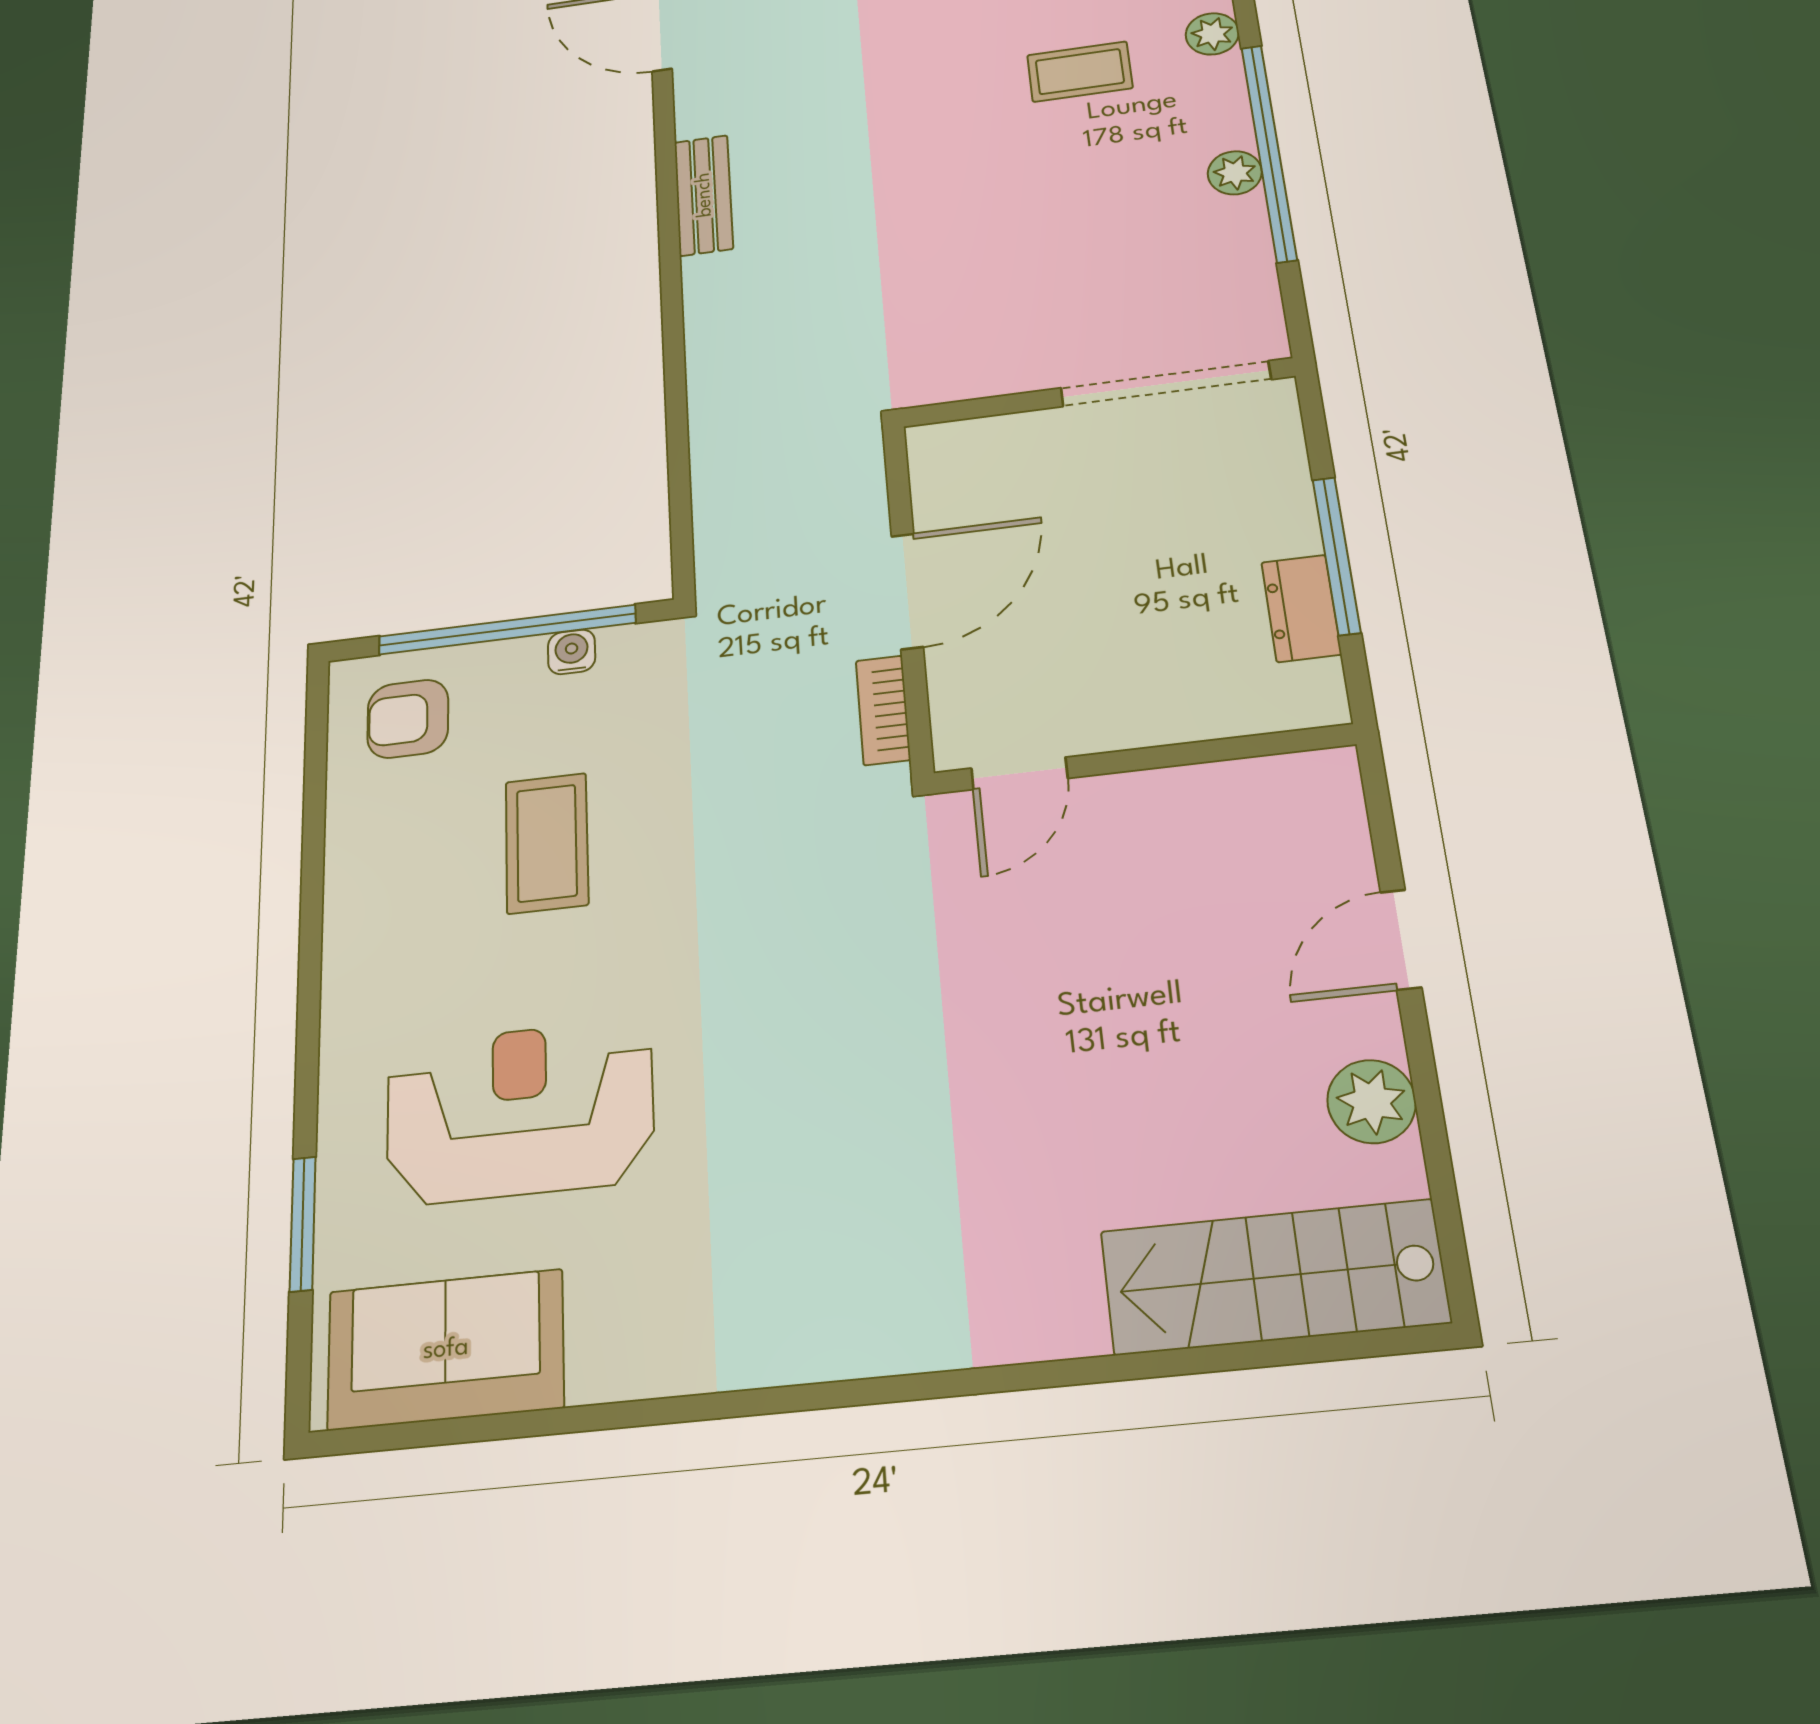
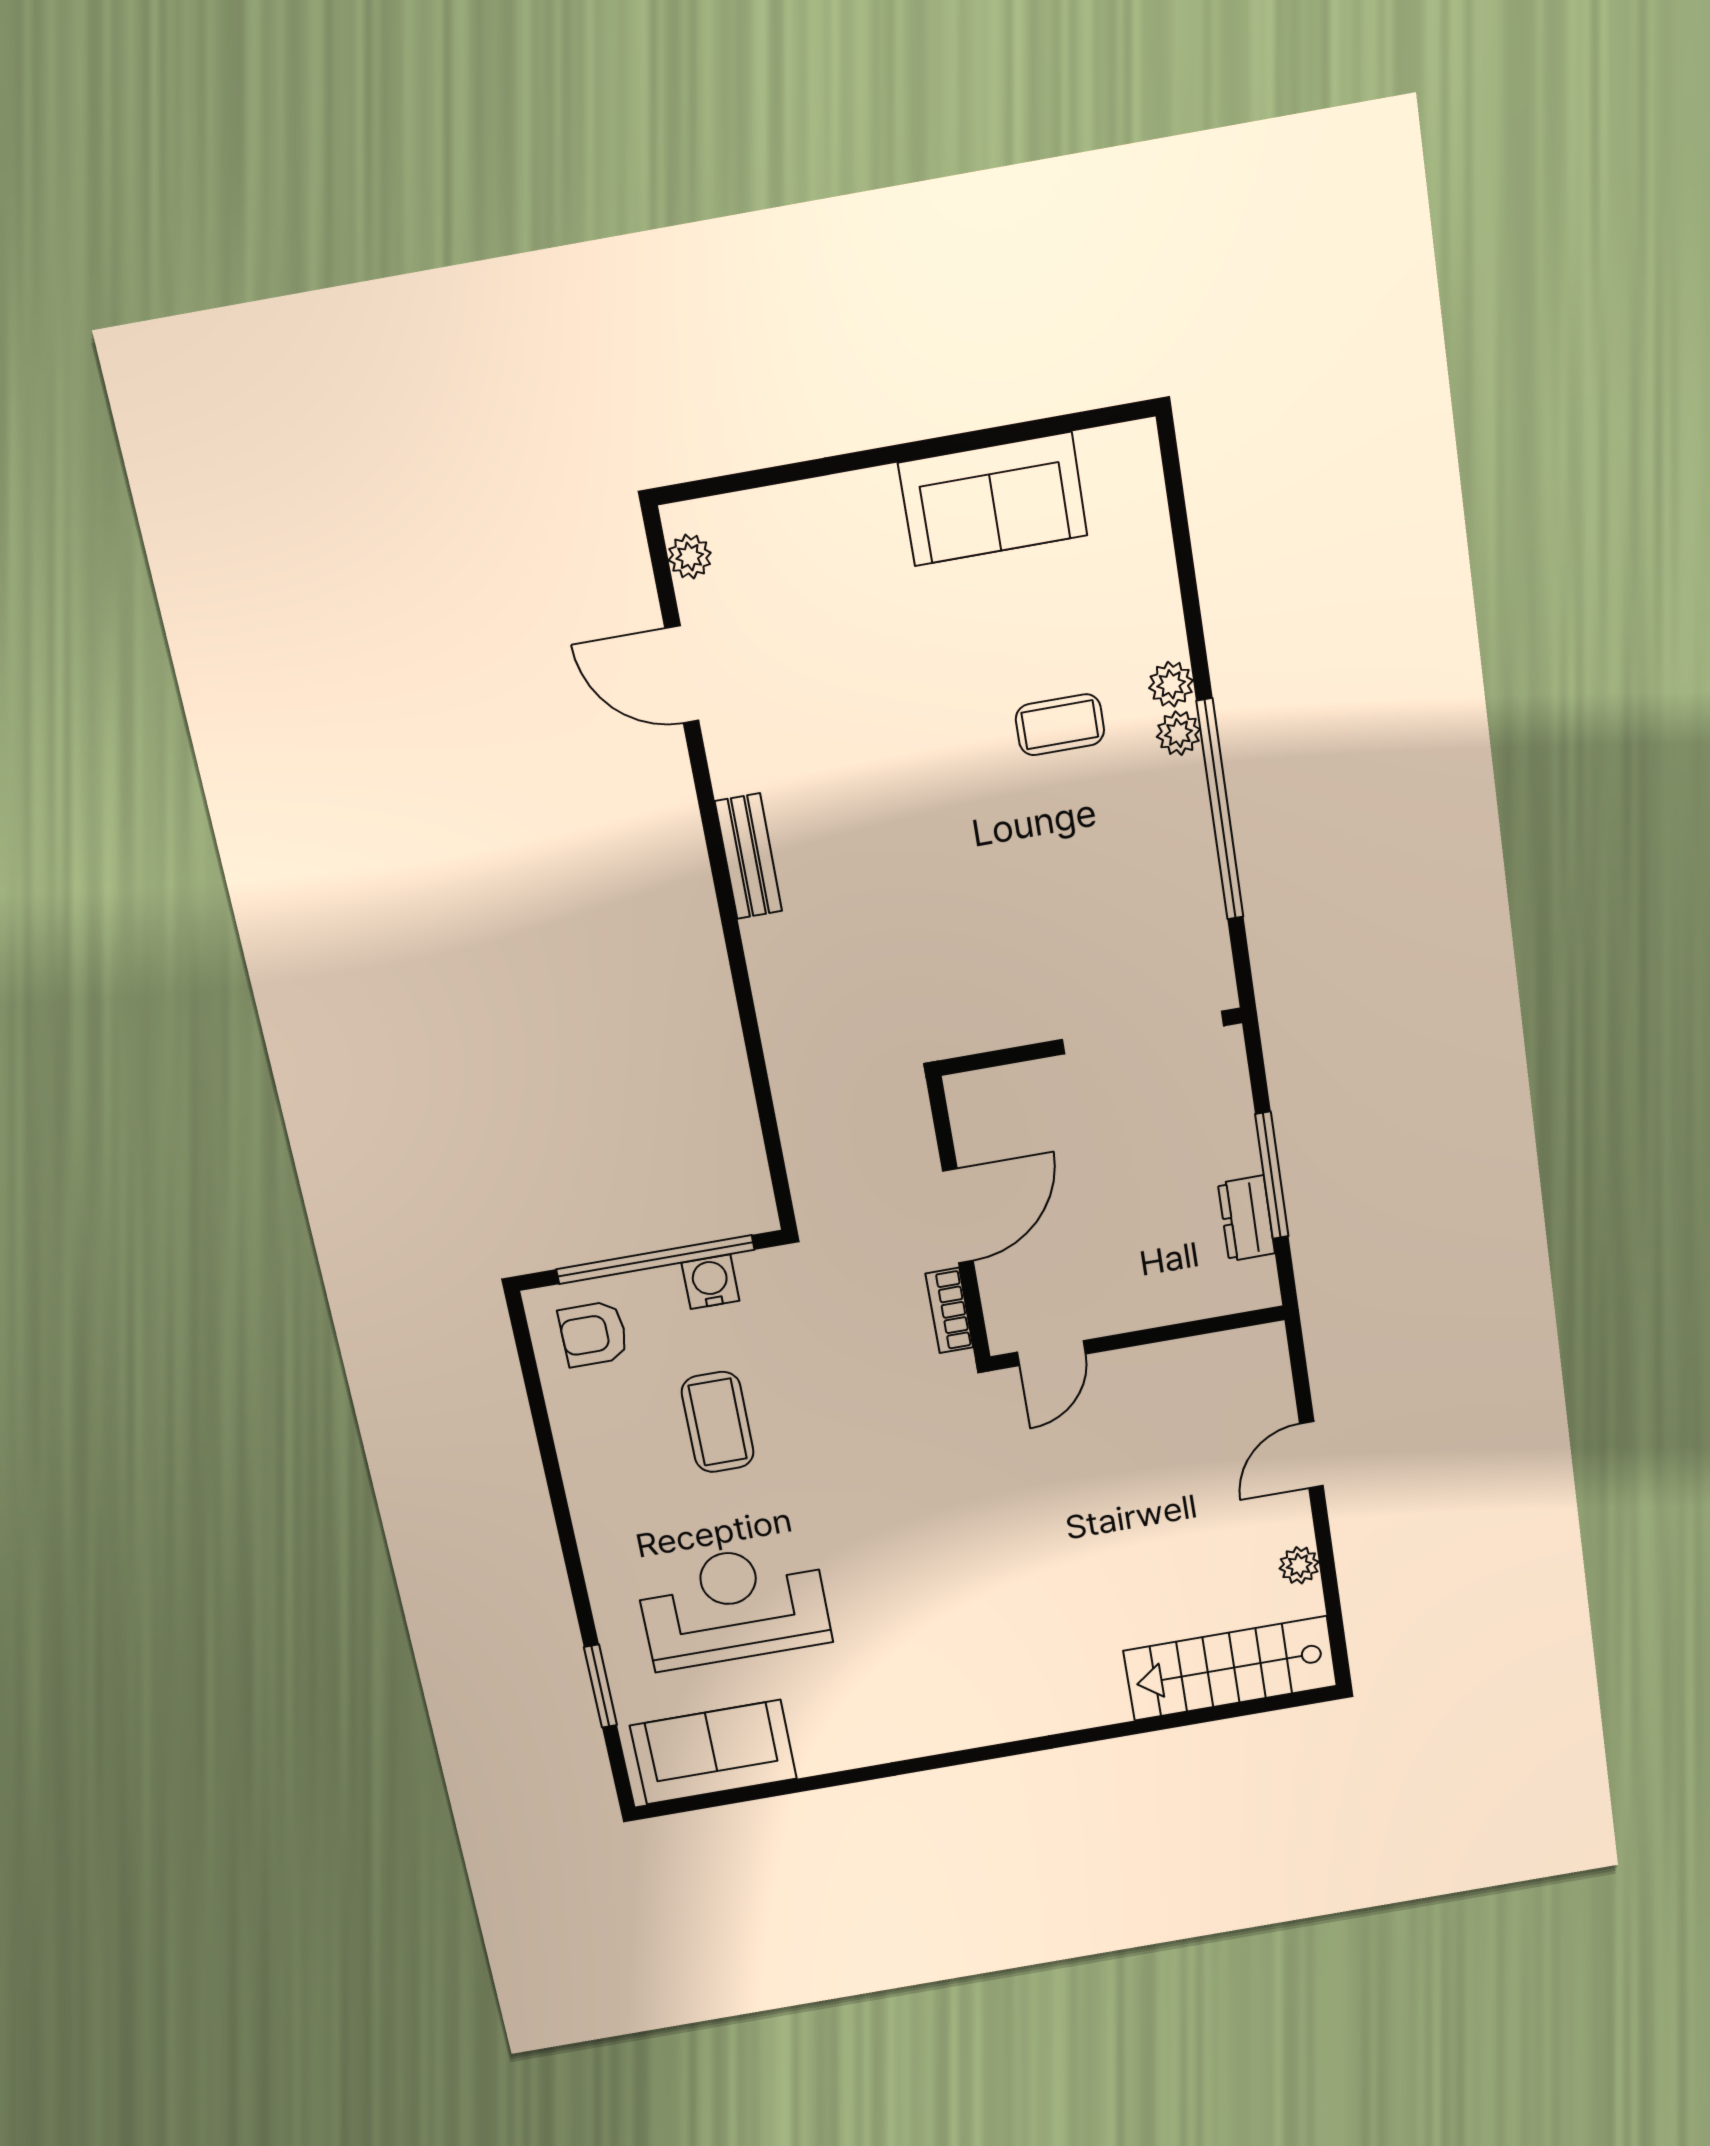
plant: (1235, 173) -> (1178, 733), moved
water cooler: (572, 652) -> (710, 1282), width x1.38, depth x1.38
plant: (1371, 1101) -> (1299, 1565), width x0.73, depth x0.73

